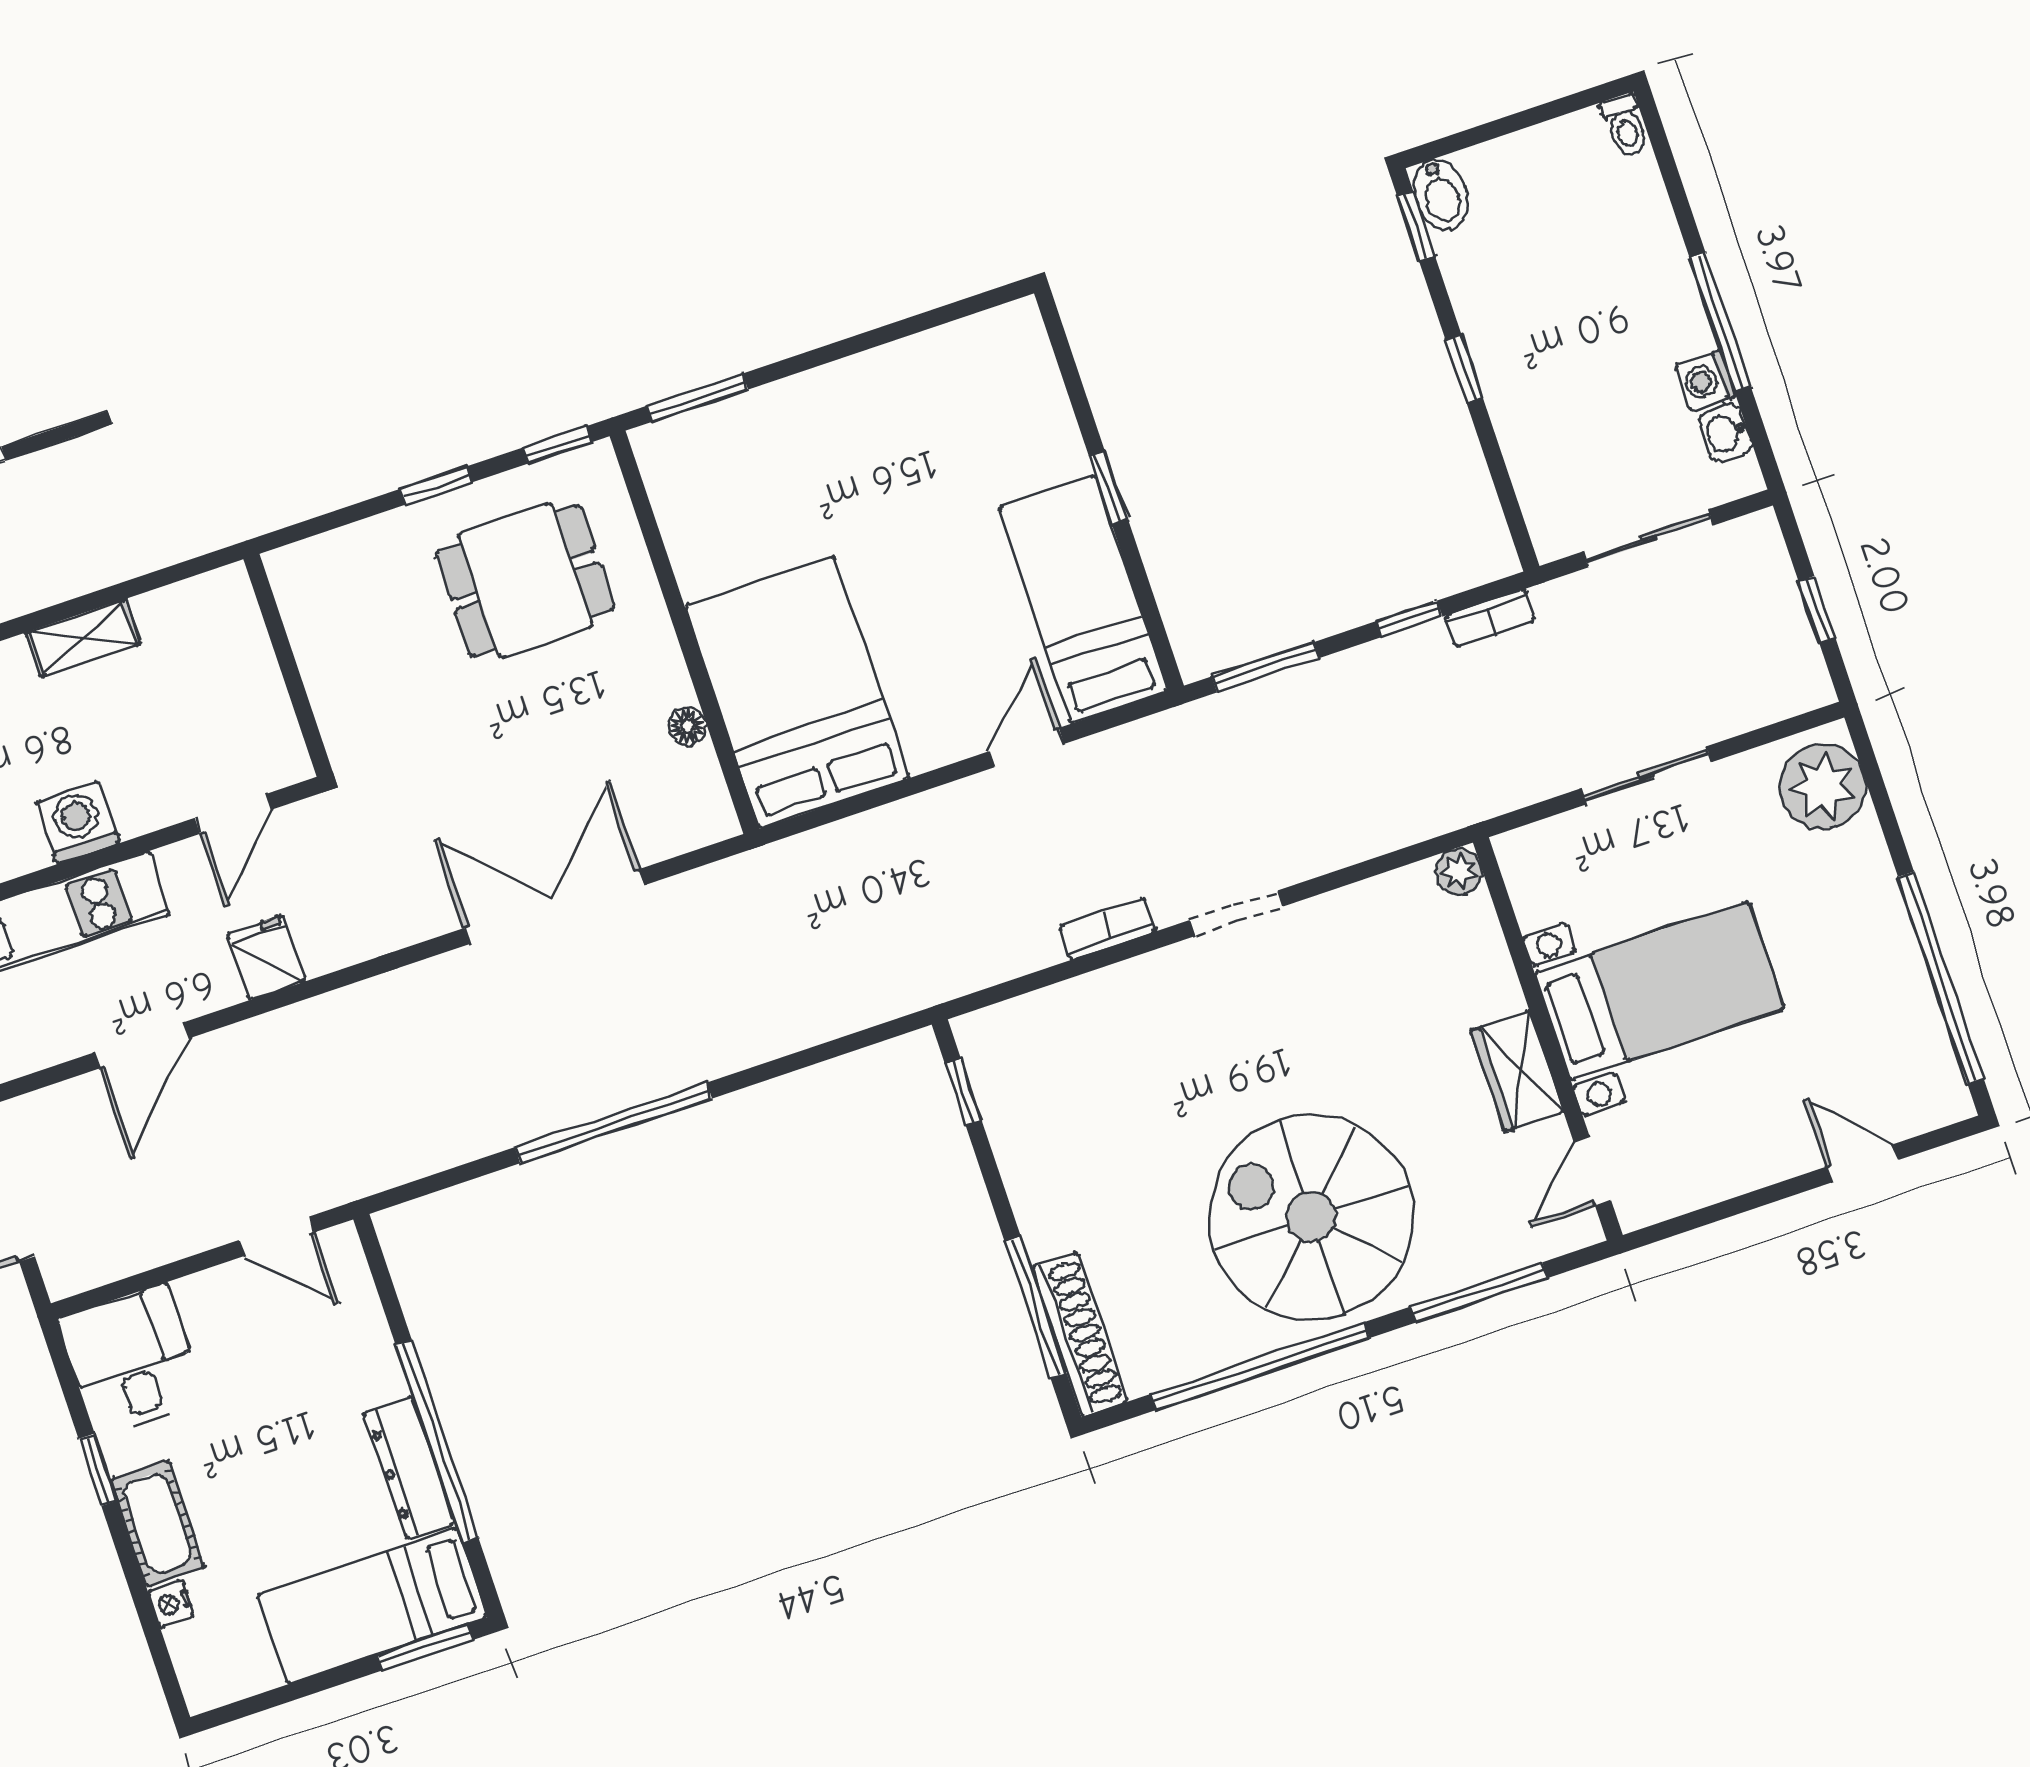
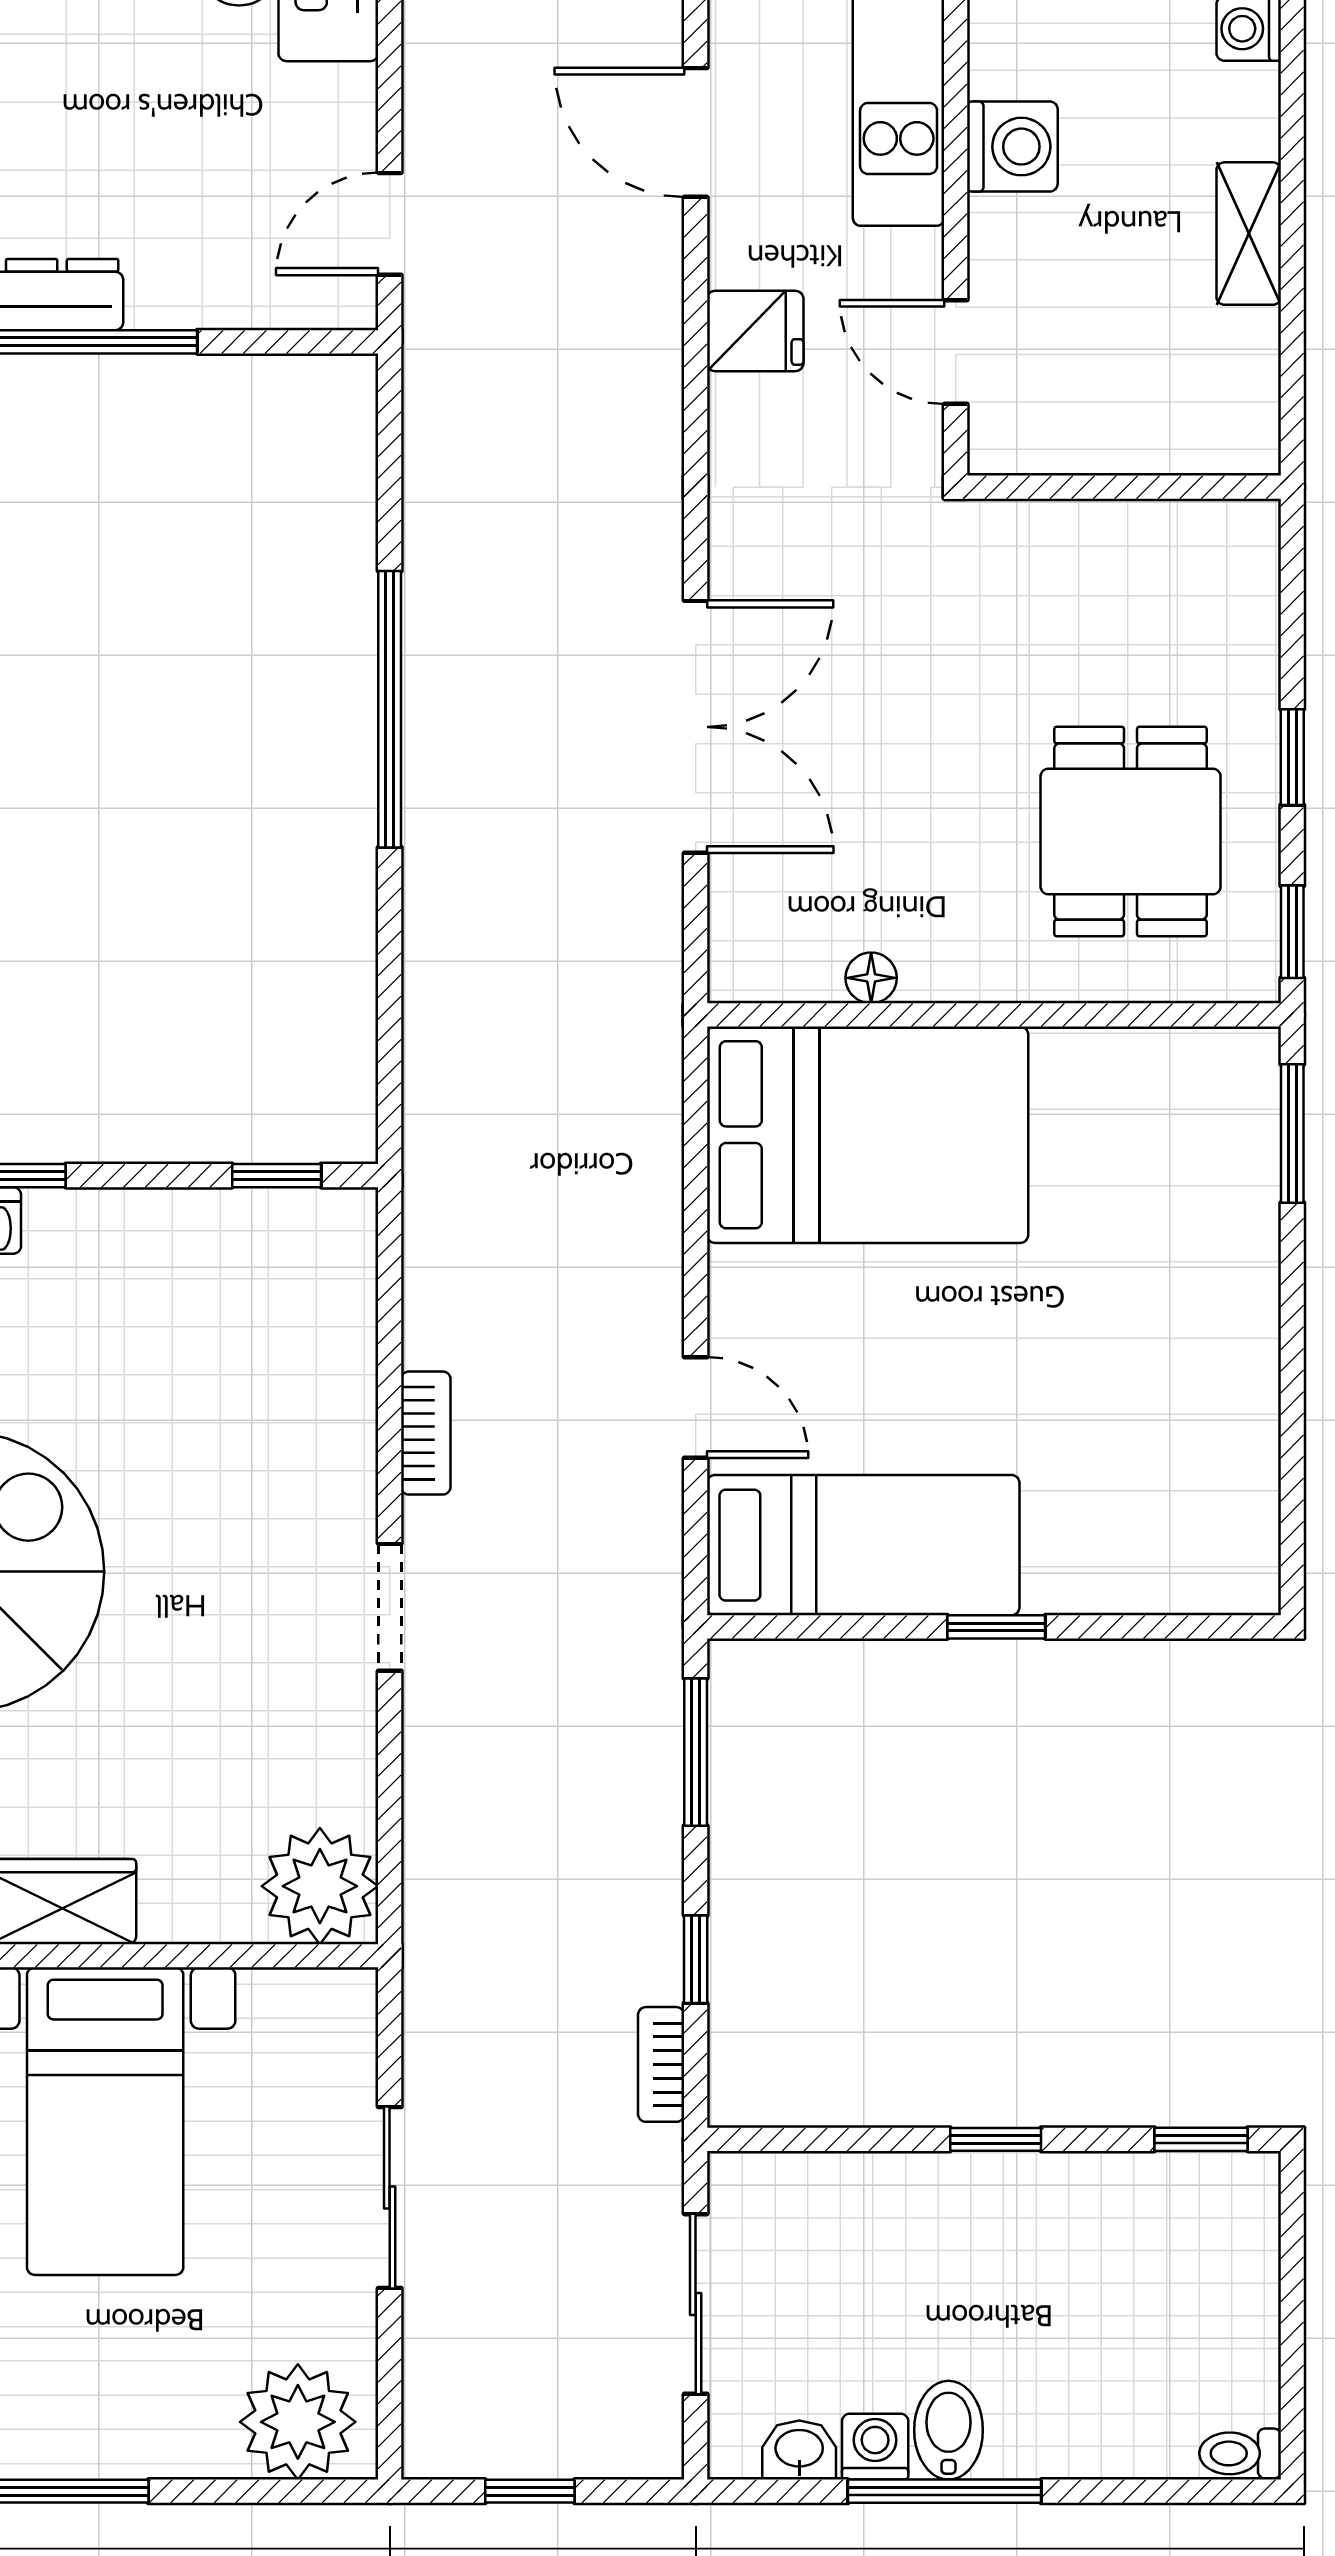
bidet: (1441, 195) -> (949, 2430), moved, turned 90
plant: (1459, 871) -> (320, 1886), width x1.88, depth x1.88

